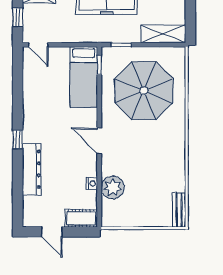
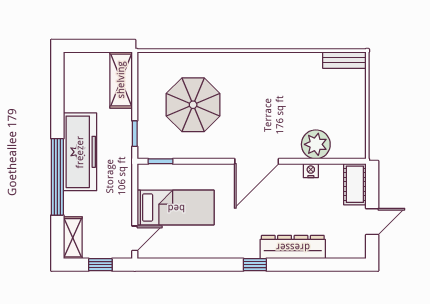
bed: (84, 77) -> (176, 208), moved
parasol: (144, 91) -> (193, 105), width x0.73, depth x0.73
door: (99, 141) -> (257, 161), width x1.36

